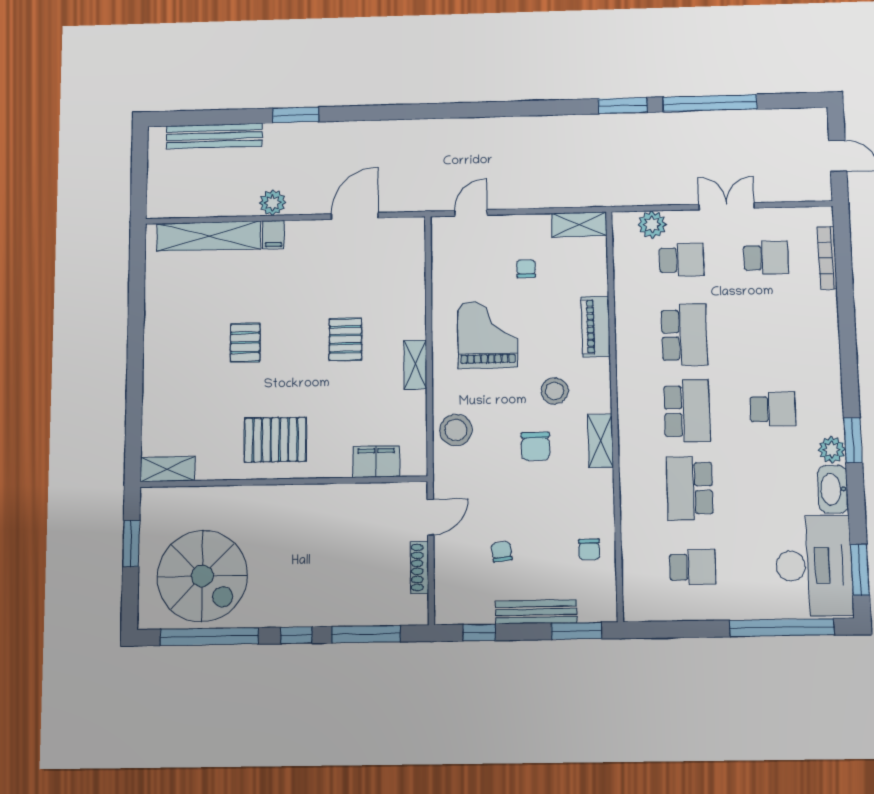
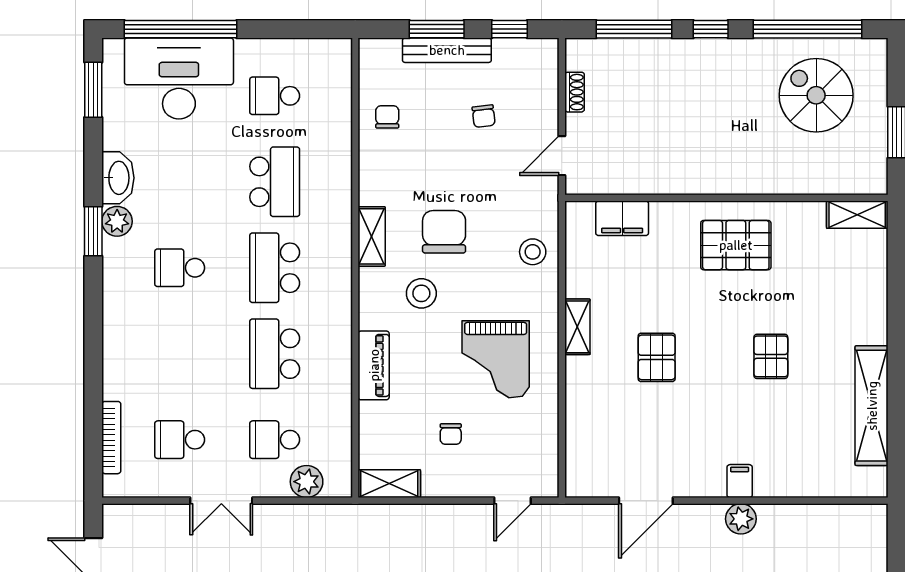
shelving: (209, 236) -> (872, 406), moved, turned 90
stool: (456, 430) -> (533, 252), width x0.73, depth x0.73
chair: (535, 446) -> (444, 232), width x1.37, depth x1.37
desk: (814, 566) -> (179, 78), moved, turned 90
shoe rack: (420, 567) -> (575, 92), width x0.70
spiral stairs: (202, 576) -> (816, 95), width x0.73, depth x0.73
window: (576, 631) -> (437, 29), moved

